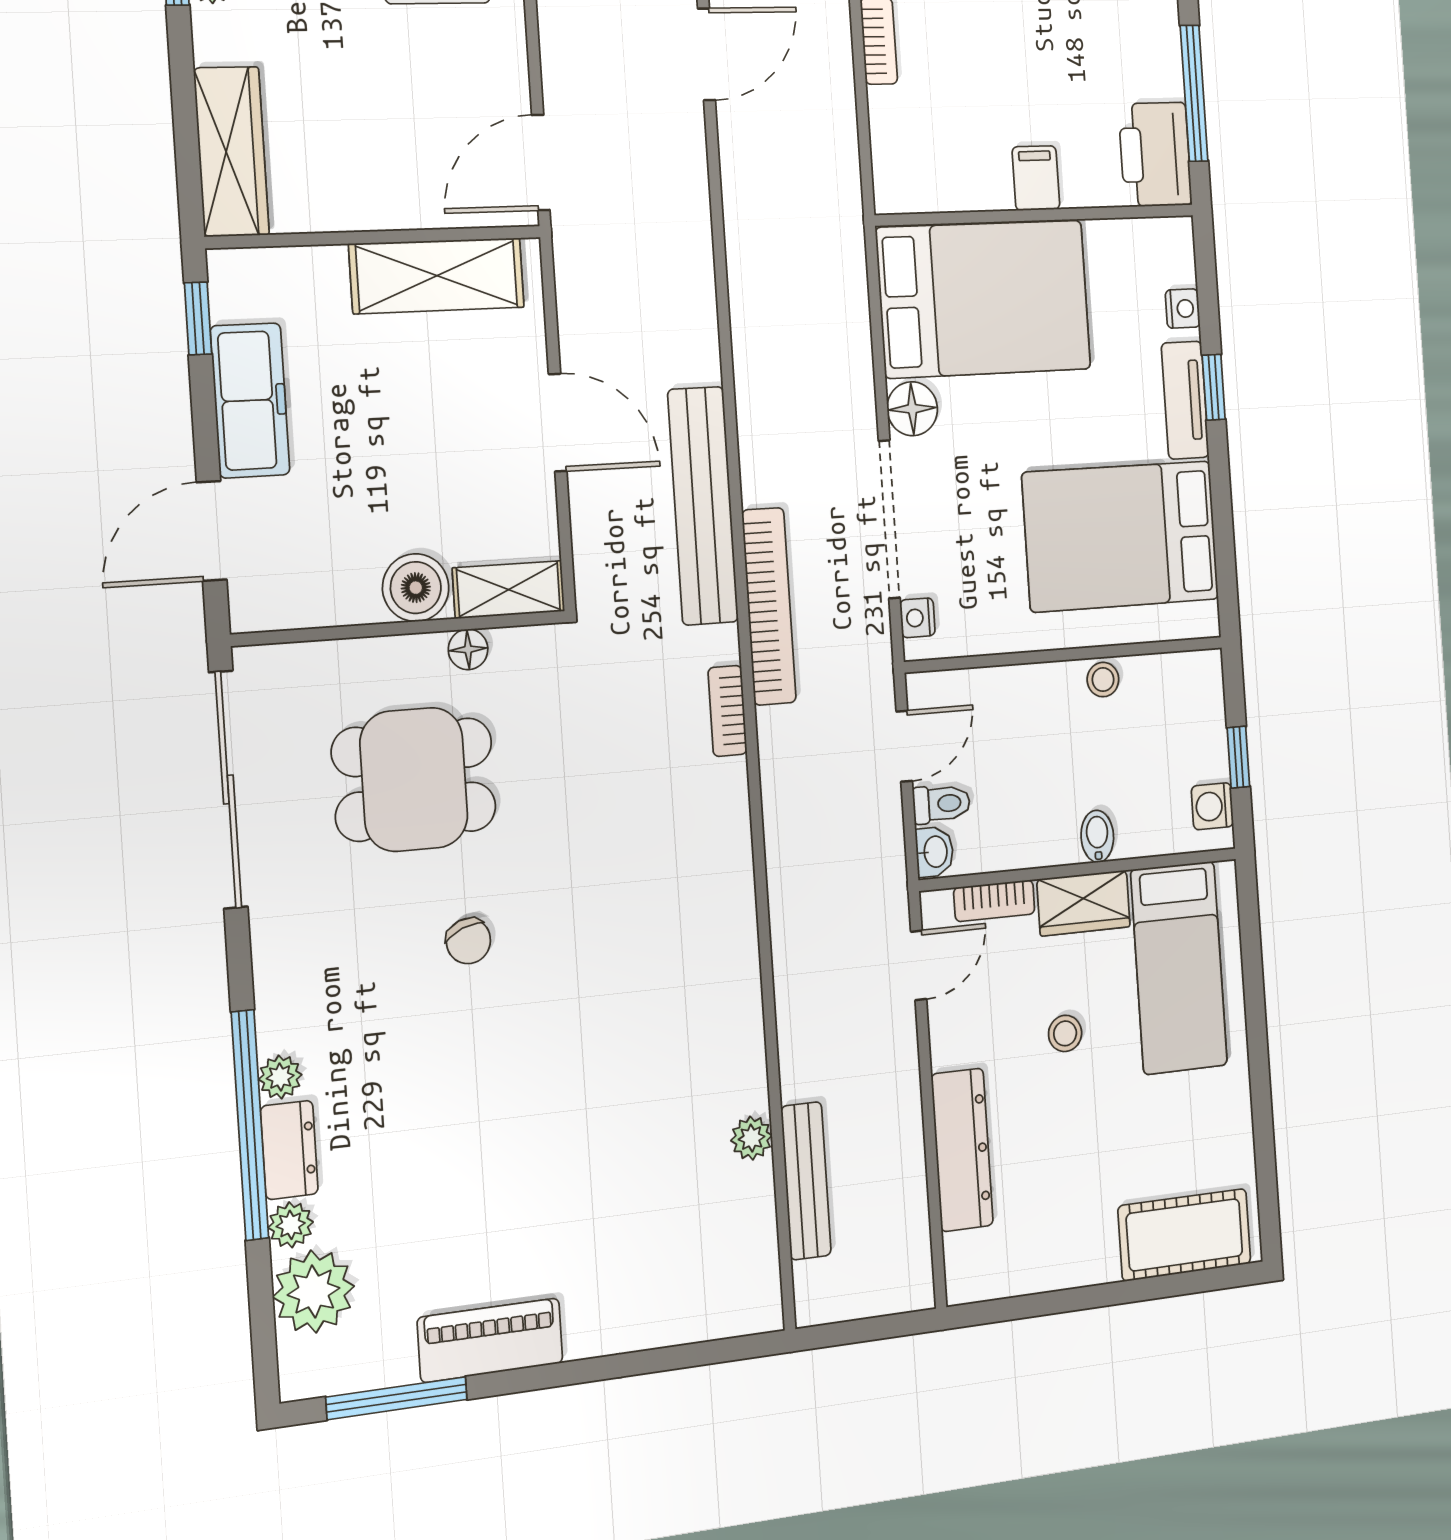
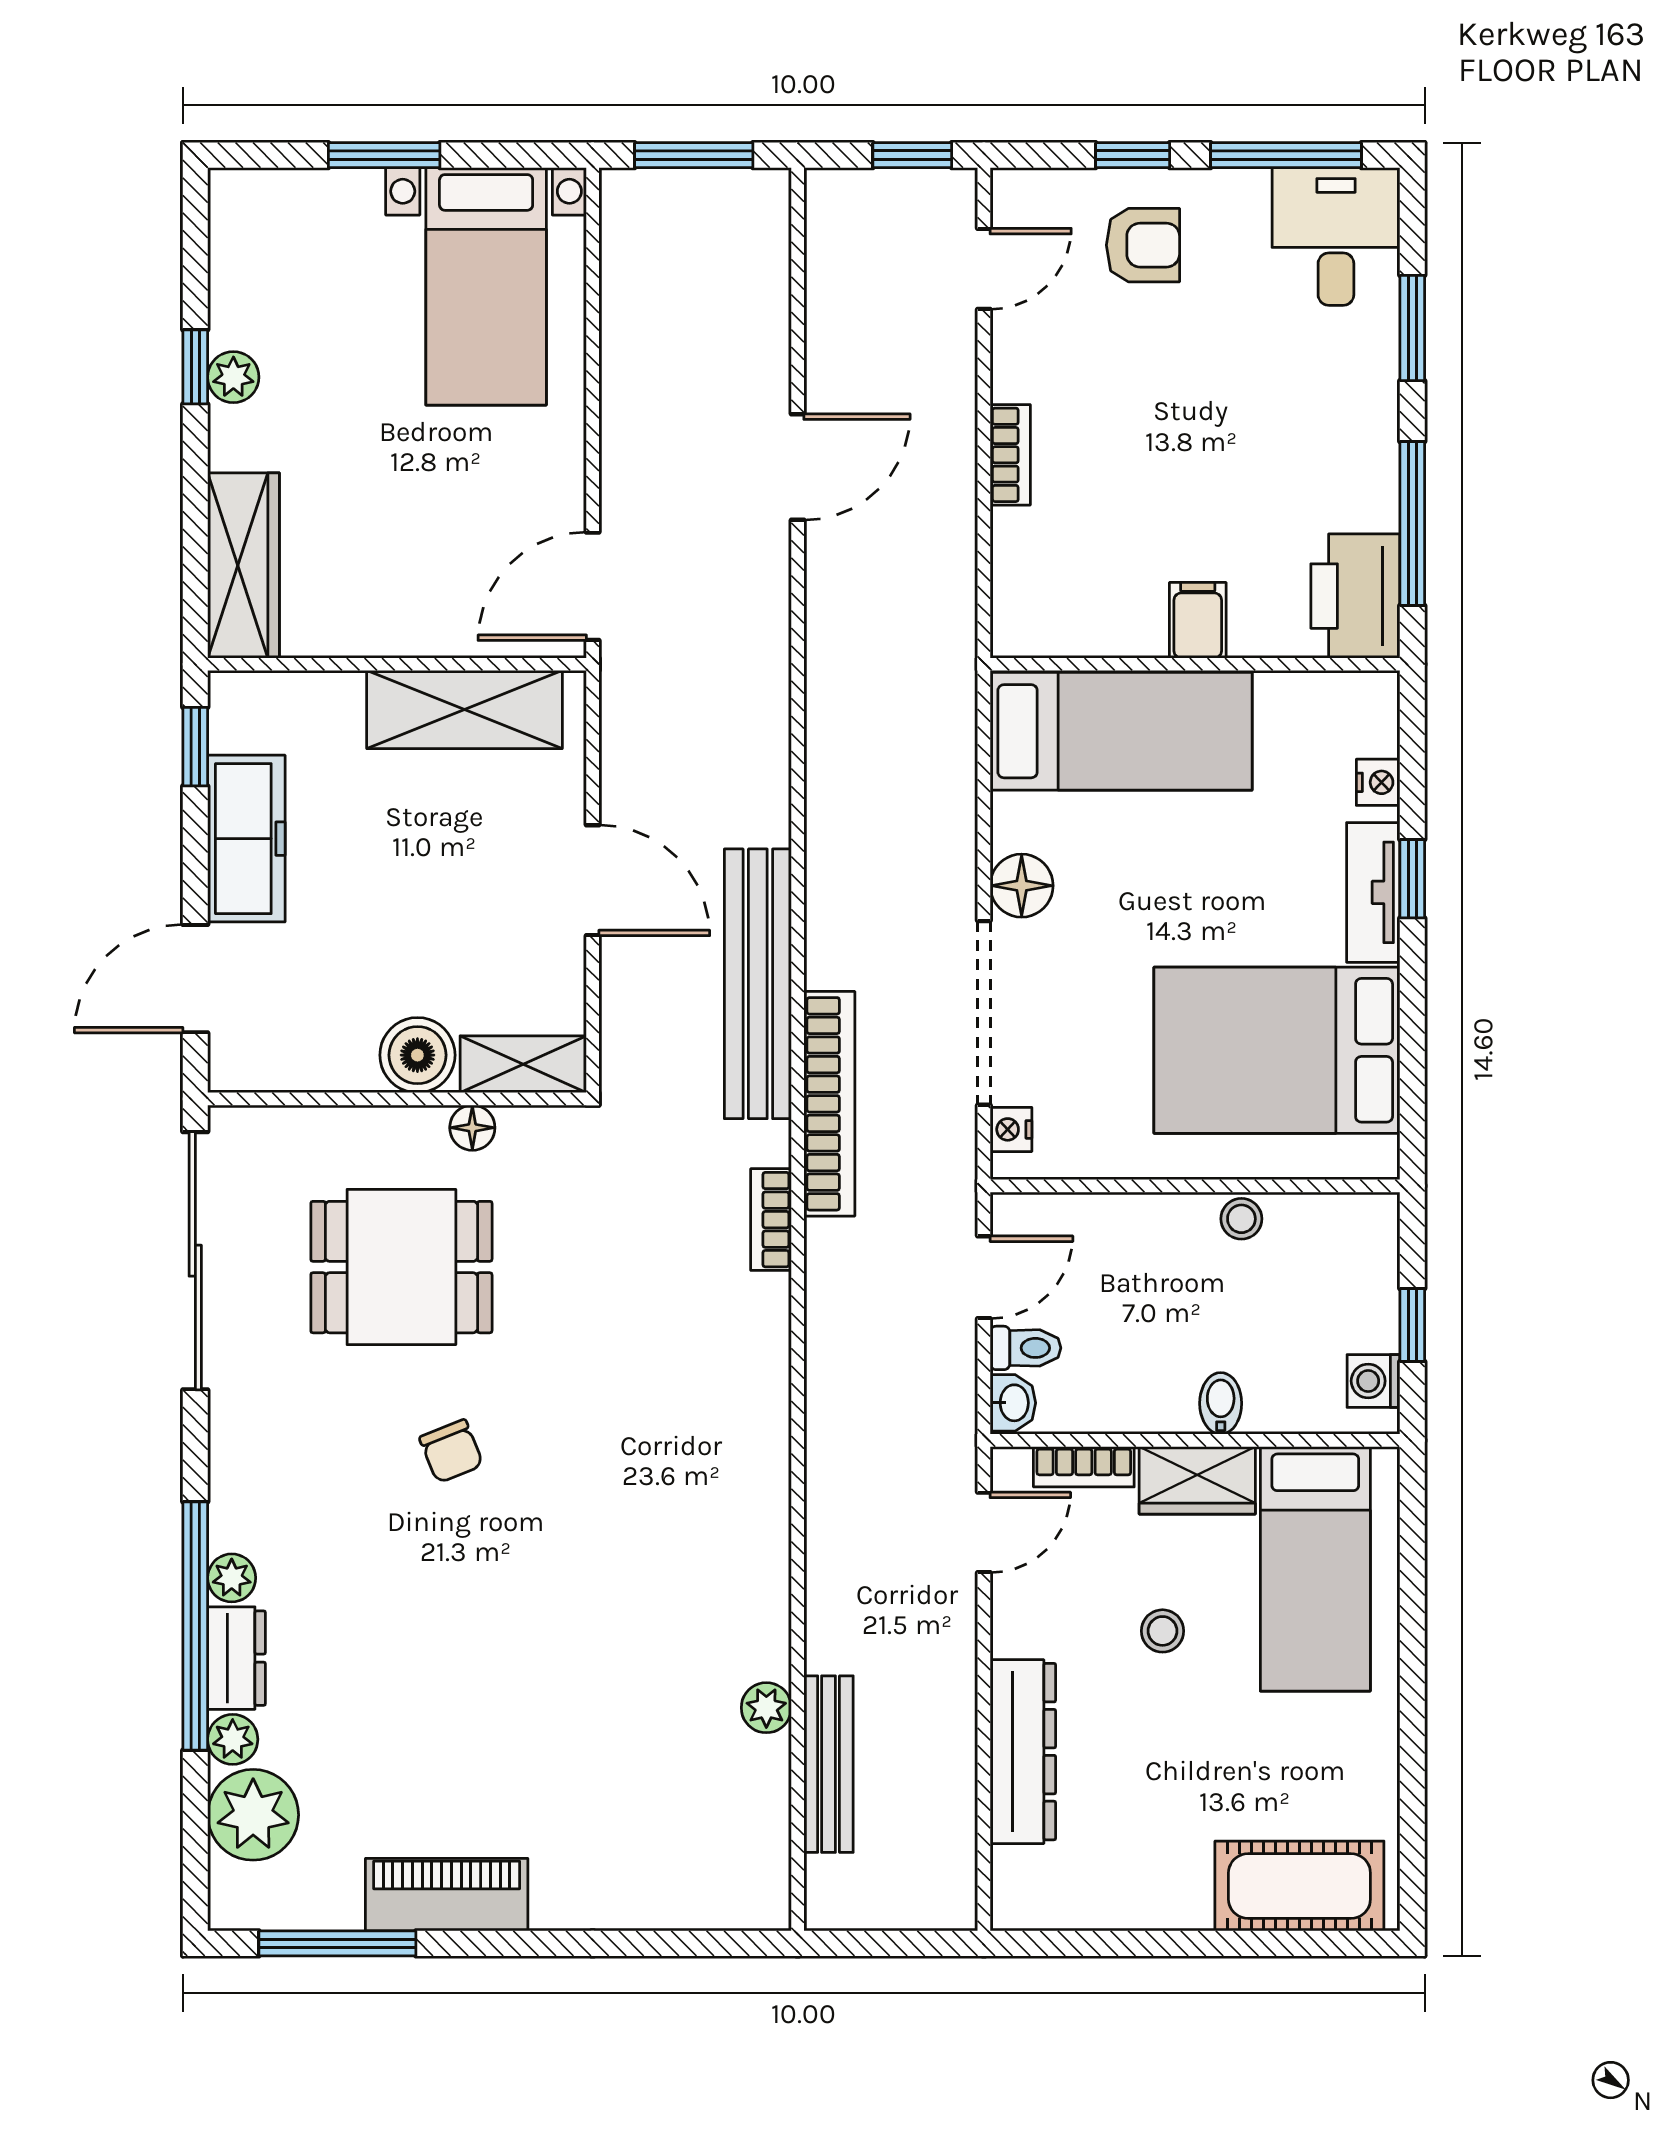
bed: (984, 299) -> (1121, 731), width x0.67

